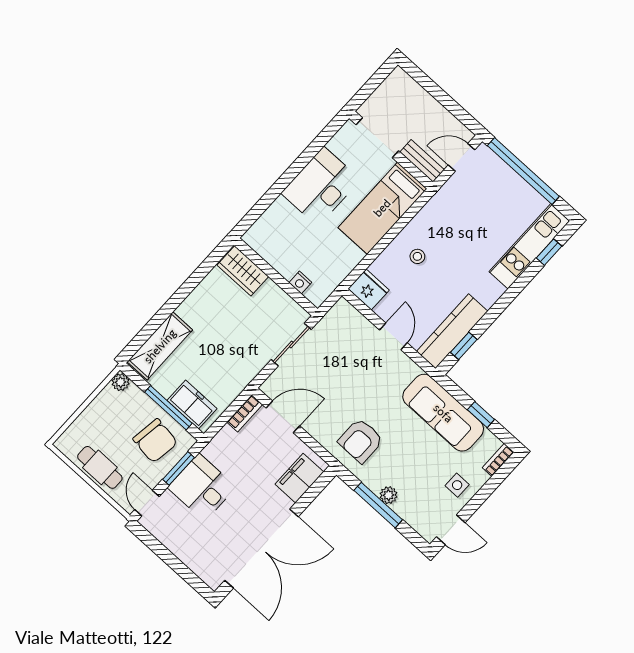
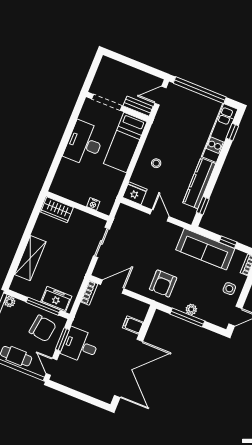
kitchen counter: (452, 331) -> (199, 183), moved
shelving: (160, 346) -> (30, 258), moved
filing cabinet: (299, 478) -> (133, 325), width x0.50

